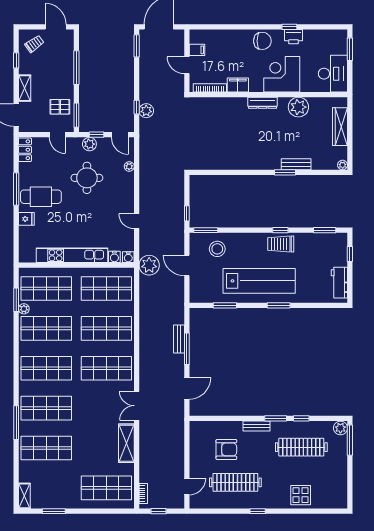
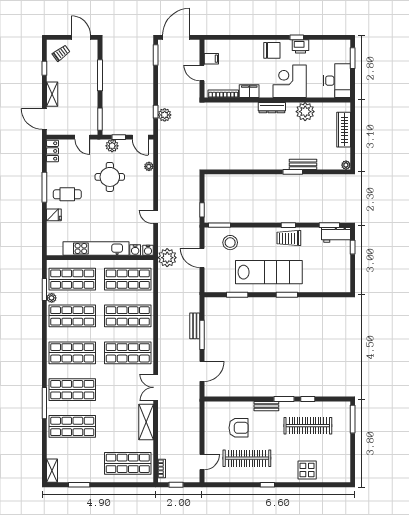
pallet: (60, 107) -> (85, 111), removed
cafe table: (41, 197) -> (67, 194), width x0.73, depth x0.74
workbench: (339, 283) -> (336, 235), moved, turned -90
plant: (340, 428) -> (344, 408), removed

